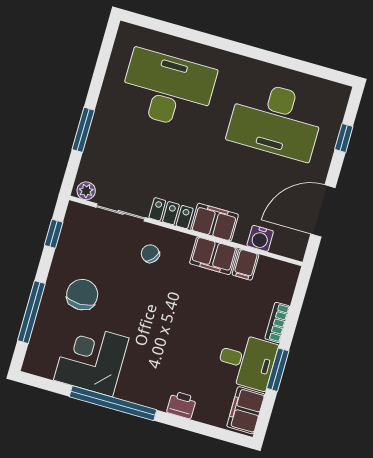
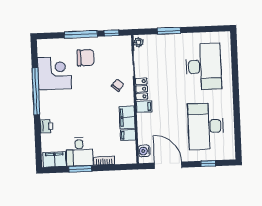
filing cabinet: (215, 222) -> (144, 107), width x0.50
water cooler: (260, 238) -> (144, 151), moved
window: (31, 312) -> (81, 34), moved

